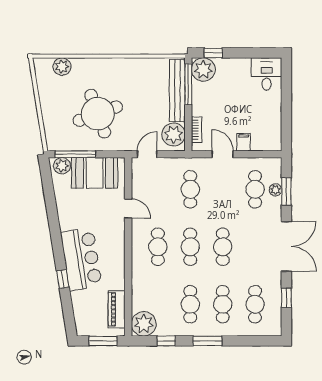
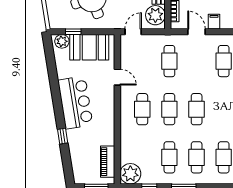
window: (75, 154) -> (73, 32), width x0.46
bar counter: (81, 259) -> (75, 103), moved

